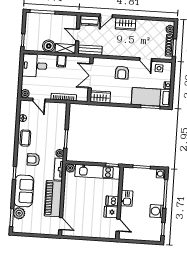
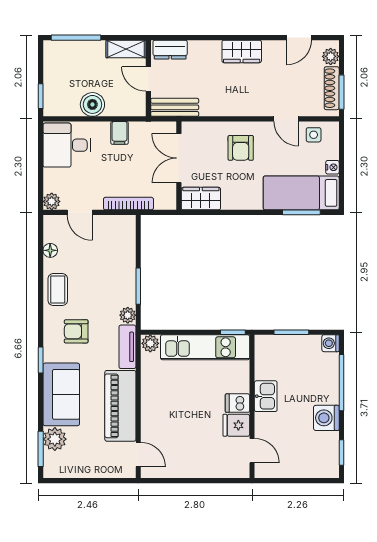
door: (106, 16) -> (299, 38), moved
shelving: (65, 49) -> (126, 49), moved

